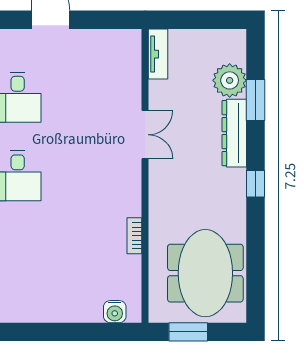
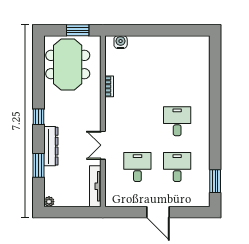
tv unit: (158, 54) -> (95, 186), width x1.41
plant: (230, 80) -> (49, 202), moved, width x0.53, depth x0.53
desk: (86, 97) -> (137, 167), added

